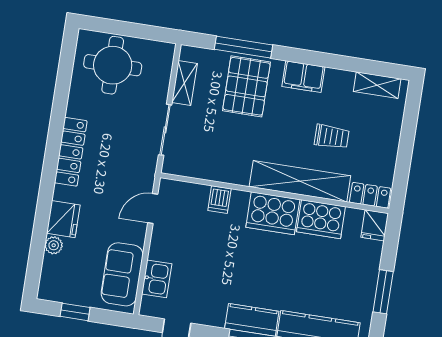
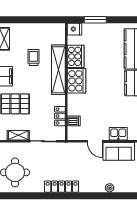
locker: (370, 195) -> (60, 116), moved
dishwasher: (219, 200) -> (74, 121), moved
door: (153, 208) -> (95, 141), moved
fridge: (63, 219) -> (96, 185), removed
window: (383, 292) -> (95, 20), moved

